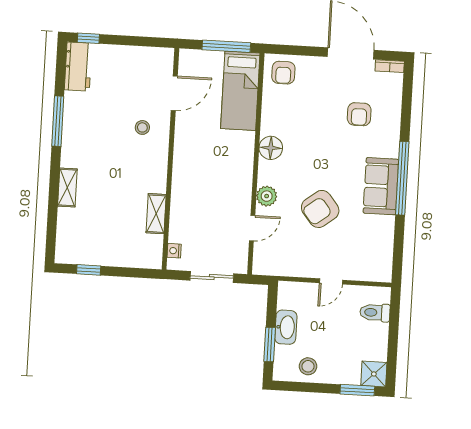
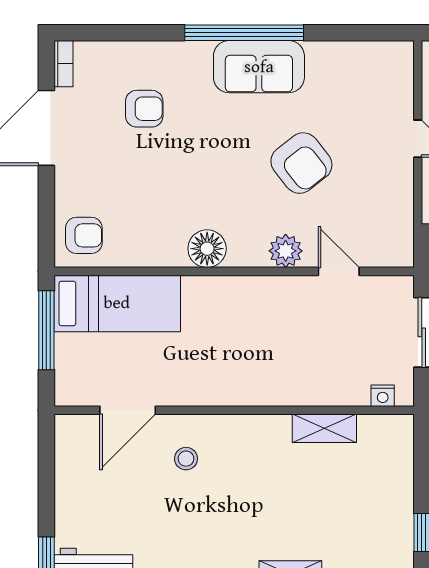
door: (174, 93) -> (128, 410), swing flipped

